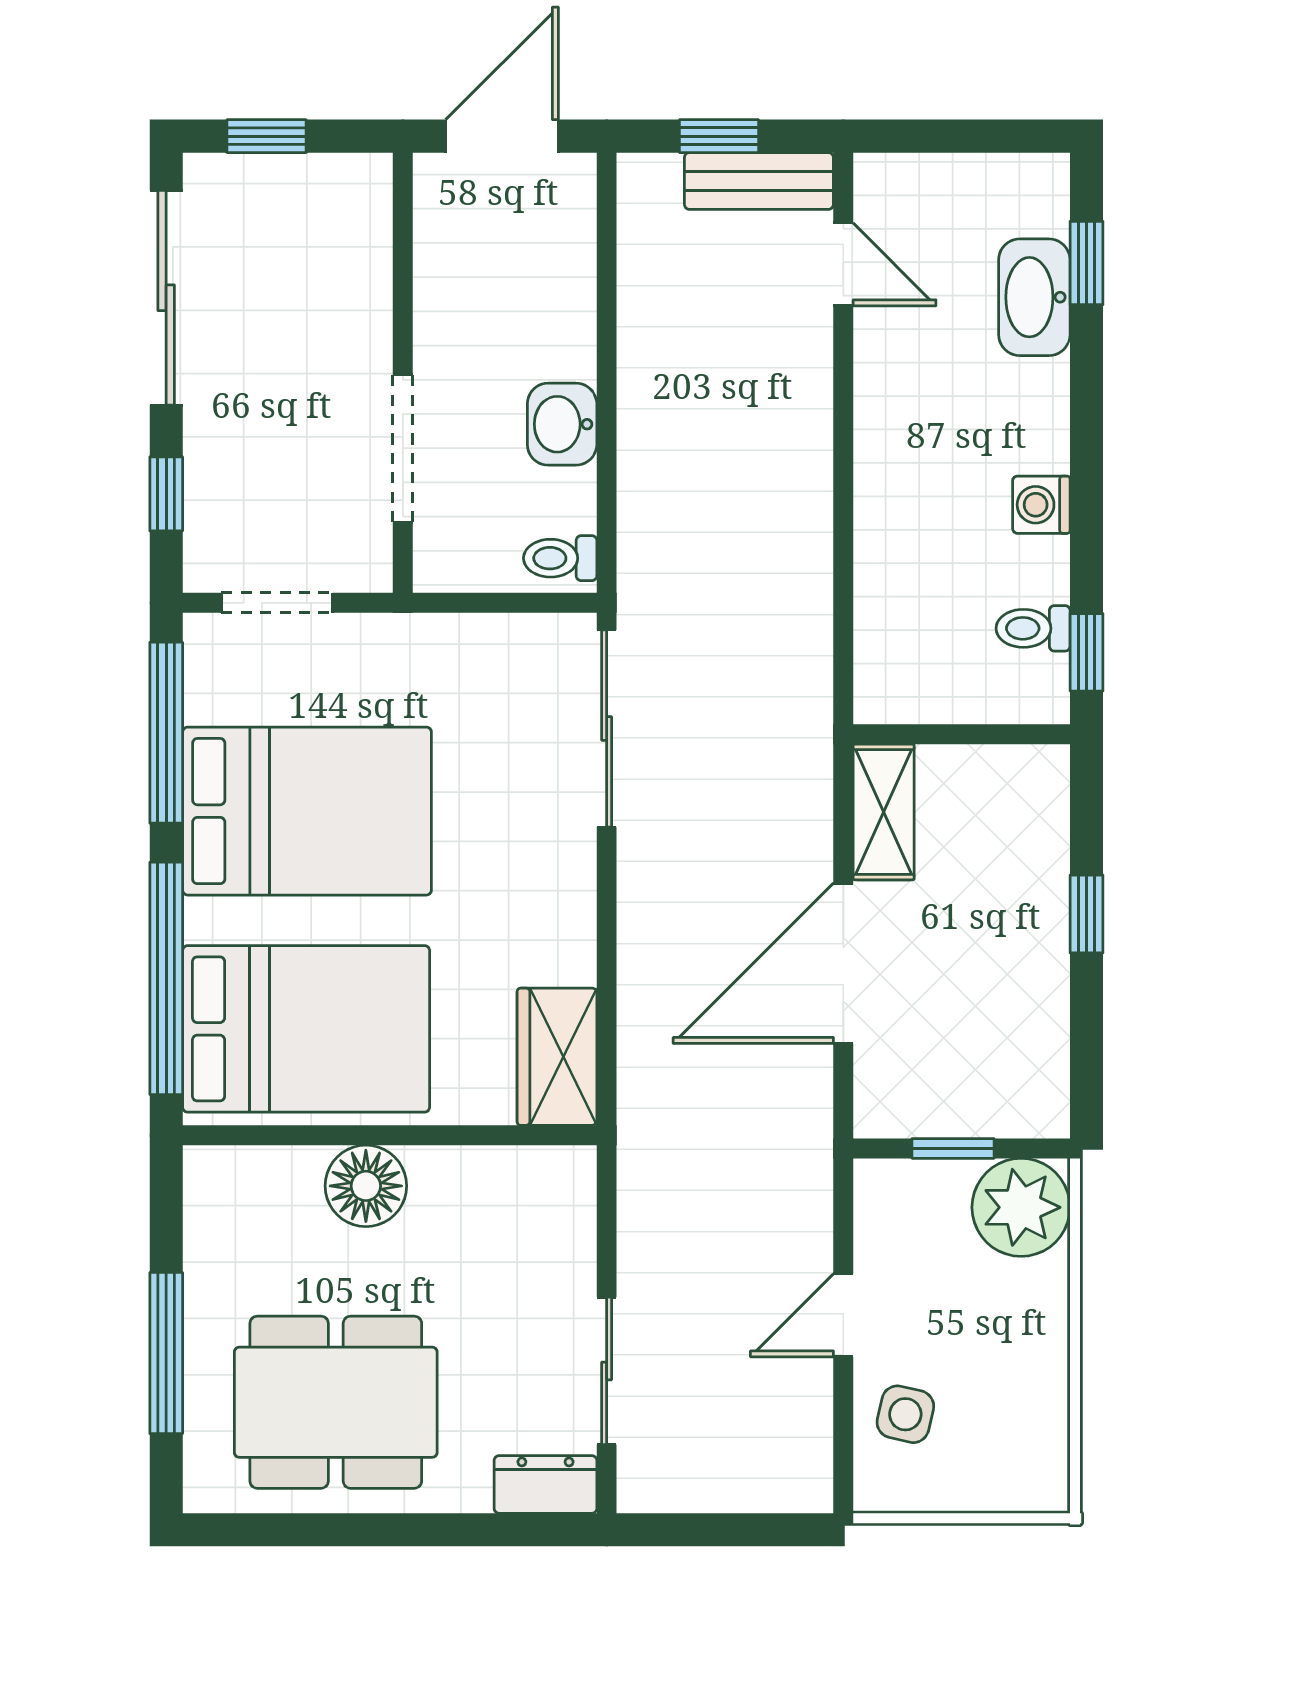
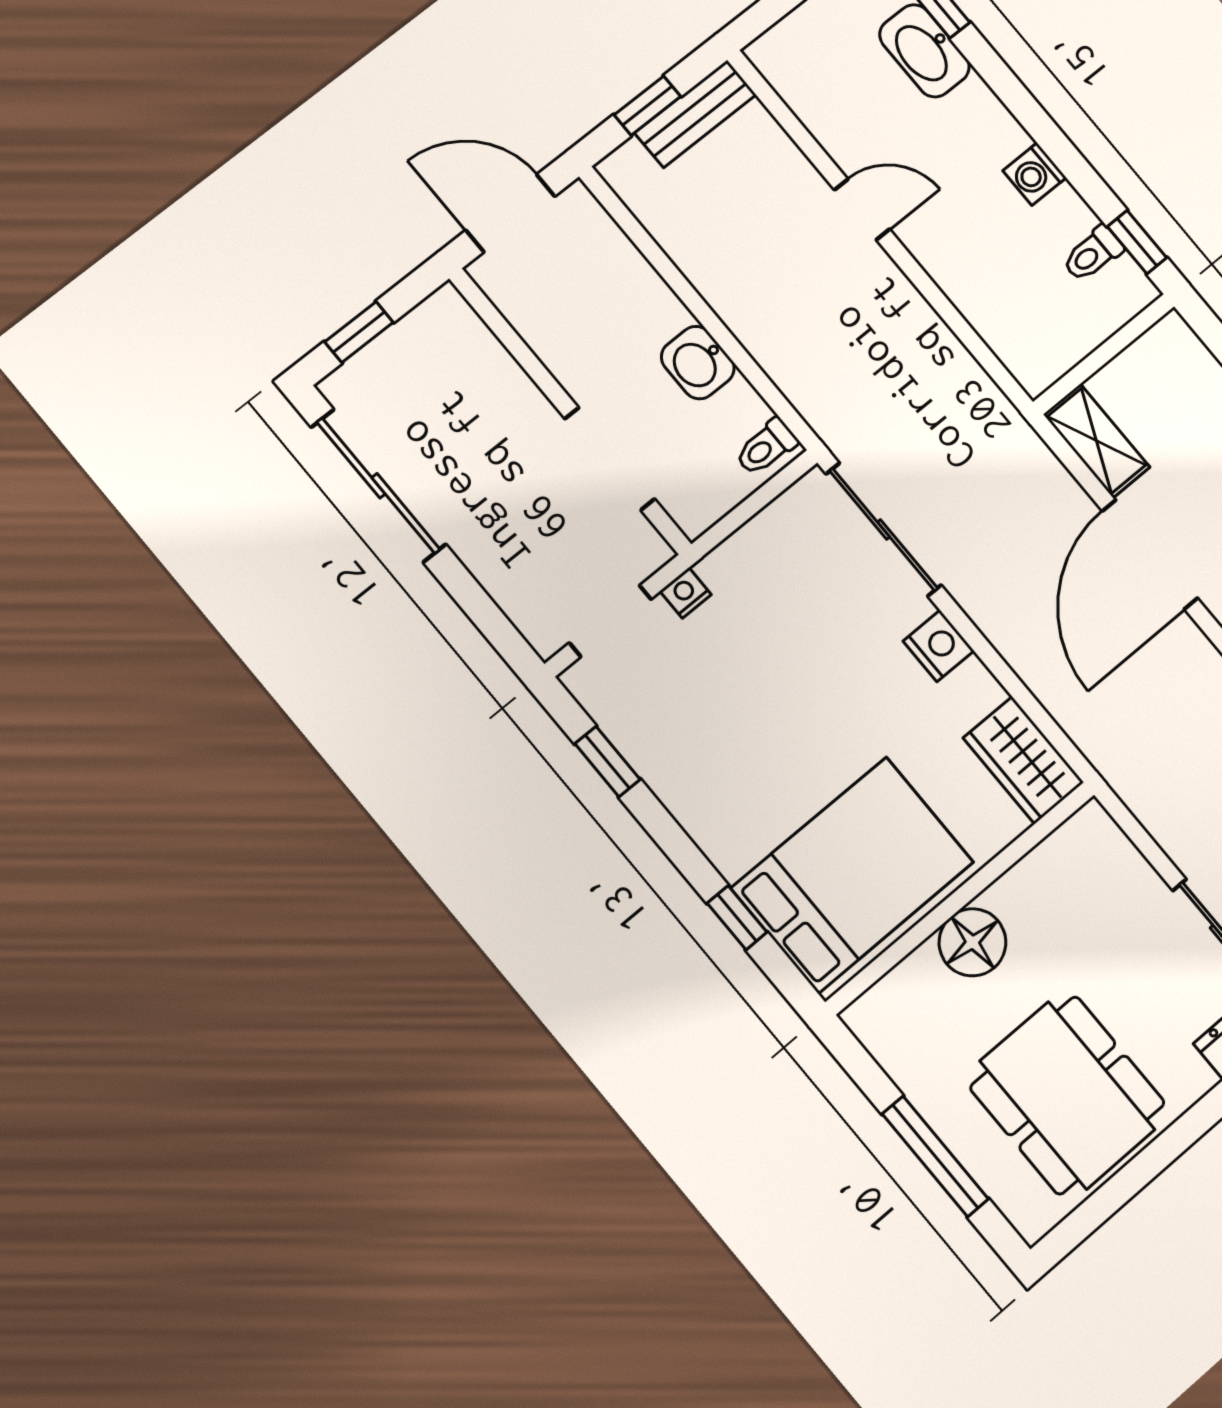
door: (502, 136) -> (510, 213), hinge flipped
door: (843, 264) -> (862, 209), moved
window: (166, 494) -> (482, 610), removed
nightstand: (369, 634) -> (686, 593), added
window: (166, 733) -> (607, 762), width x0.46
bed: (307, 811) -> (739, 737), removed
nightstand: (567, 882) -> (939, 646), added
window: (166, 978) -> (737, 918), width x0.32
dining table: (336, 1402) -> (1067, 1095), turned 90

